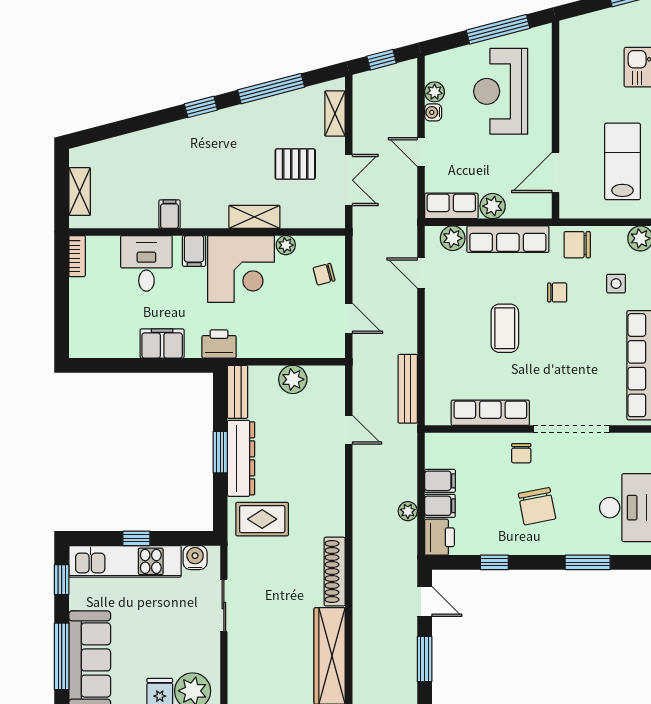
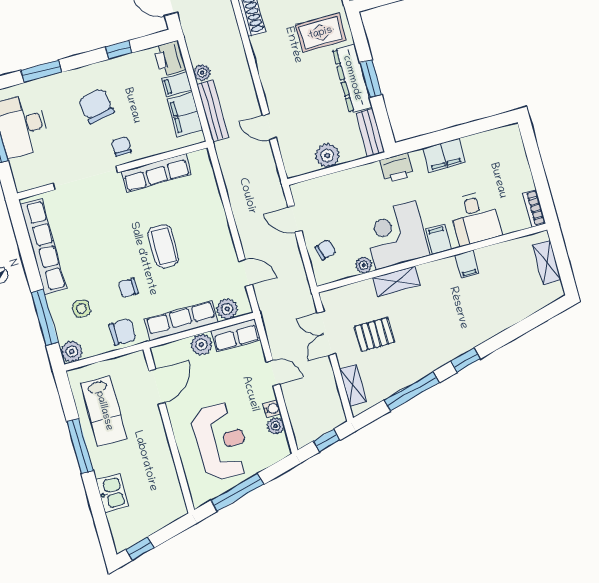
bench: (408, 389) -> (213, 111), moved
filing cabinet: (440, 481) -> (185, 115), width x2.00

